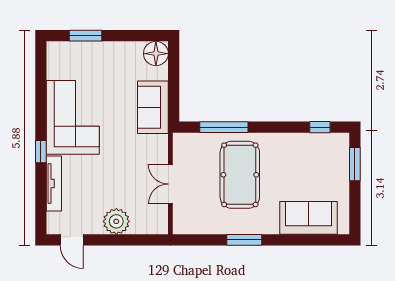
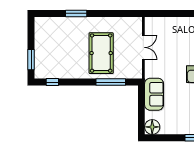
sofa: (309, 218) -> (59, 27), removed
plant: (116, 221) -> (176, 25), removed
window: (244, 240) -> (76, 13), moved

